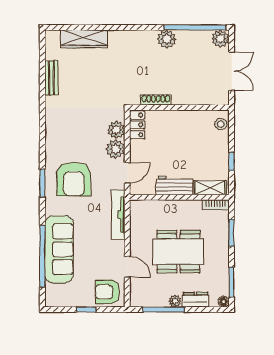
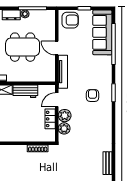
locker: (137, 125) -> (50, 119), moved
armchair: (74, 179) -> (92, 95), width x0.53, depth x0.53
sofa: (59, 249) -> (102, 32), moved
door: (127, 267) -> (57, 48), moved

